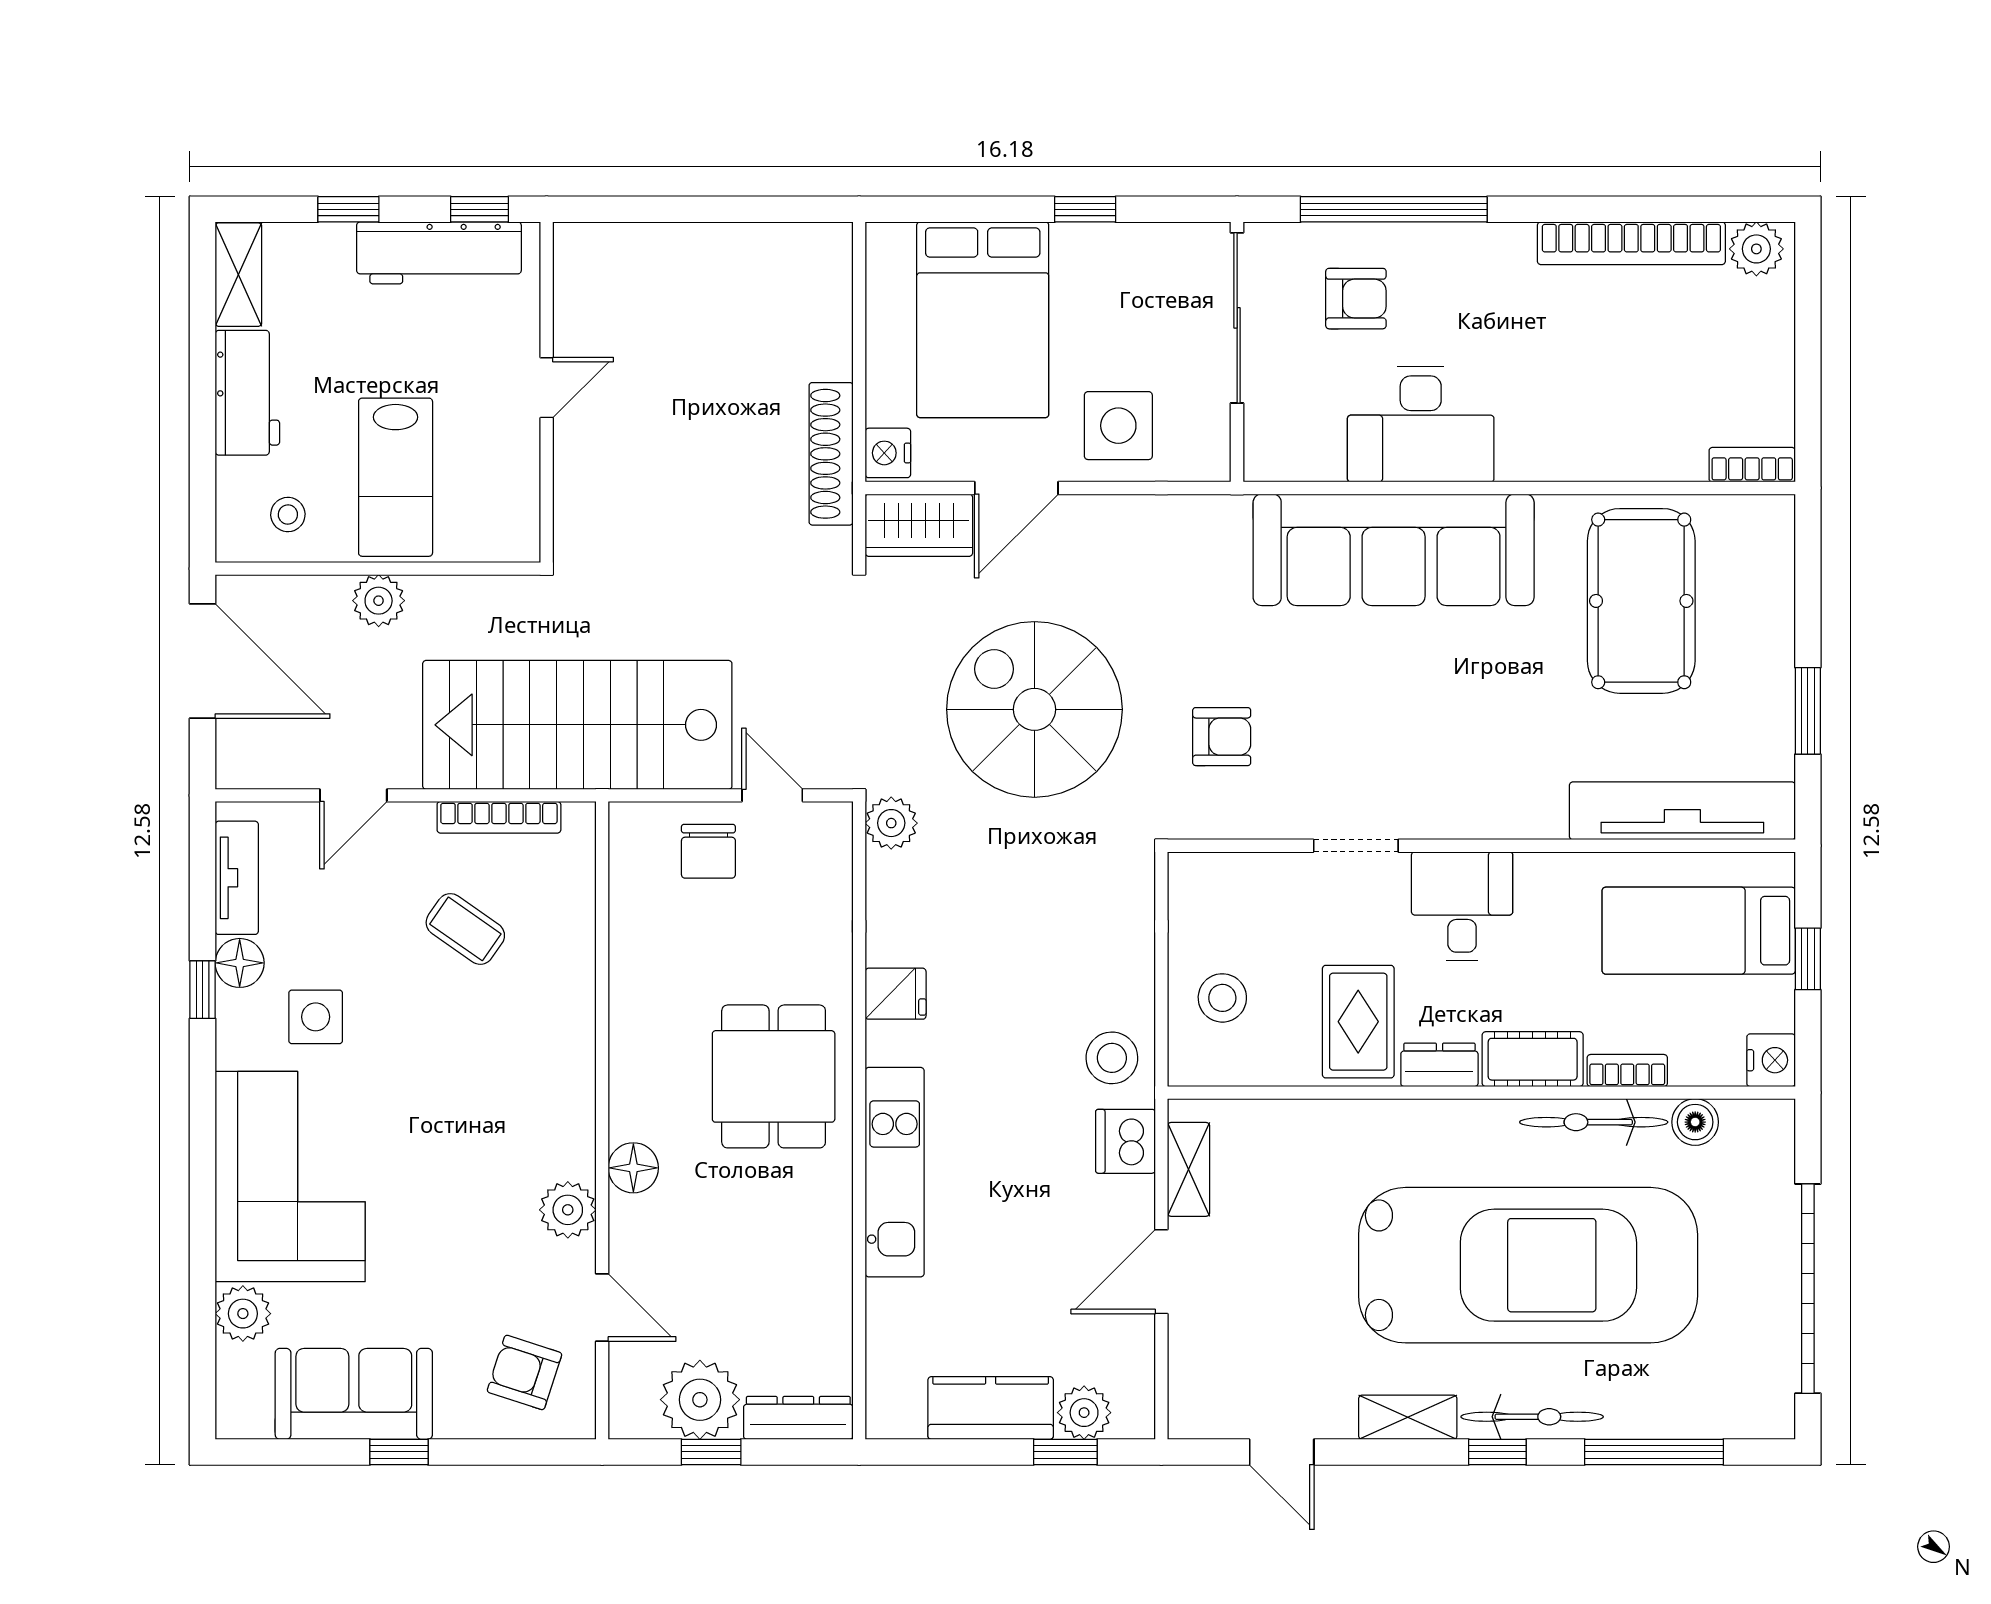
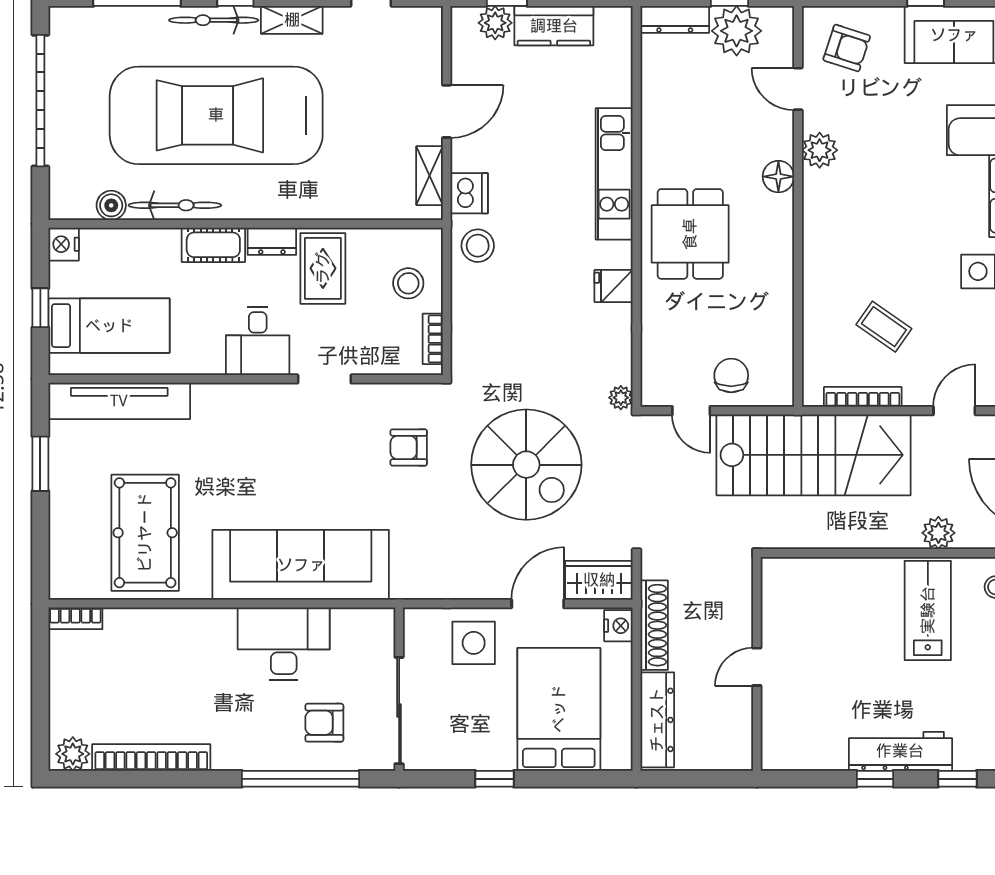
dresser: (826, 303) -> (657, 720), added
door: (547, 388) -> (757, 667), moved
wall: (547, 392) -> (757, 664), moved
plant: (891, 823) -> (621, 398), width x0.73, depth x0.73
bookcase: (1627, 1071) -> (433, 339), moved, turned 90

